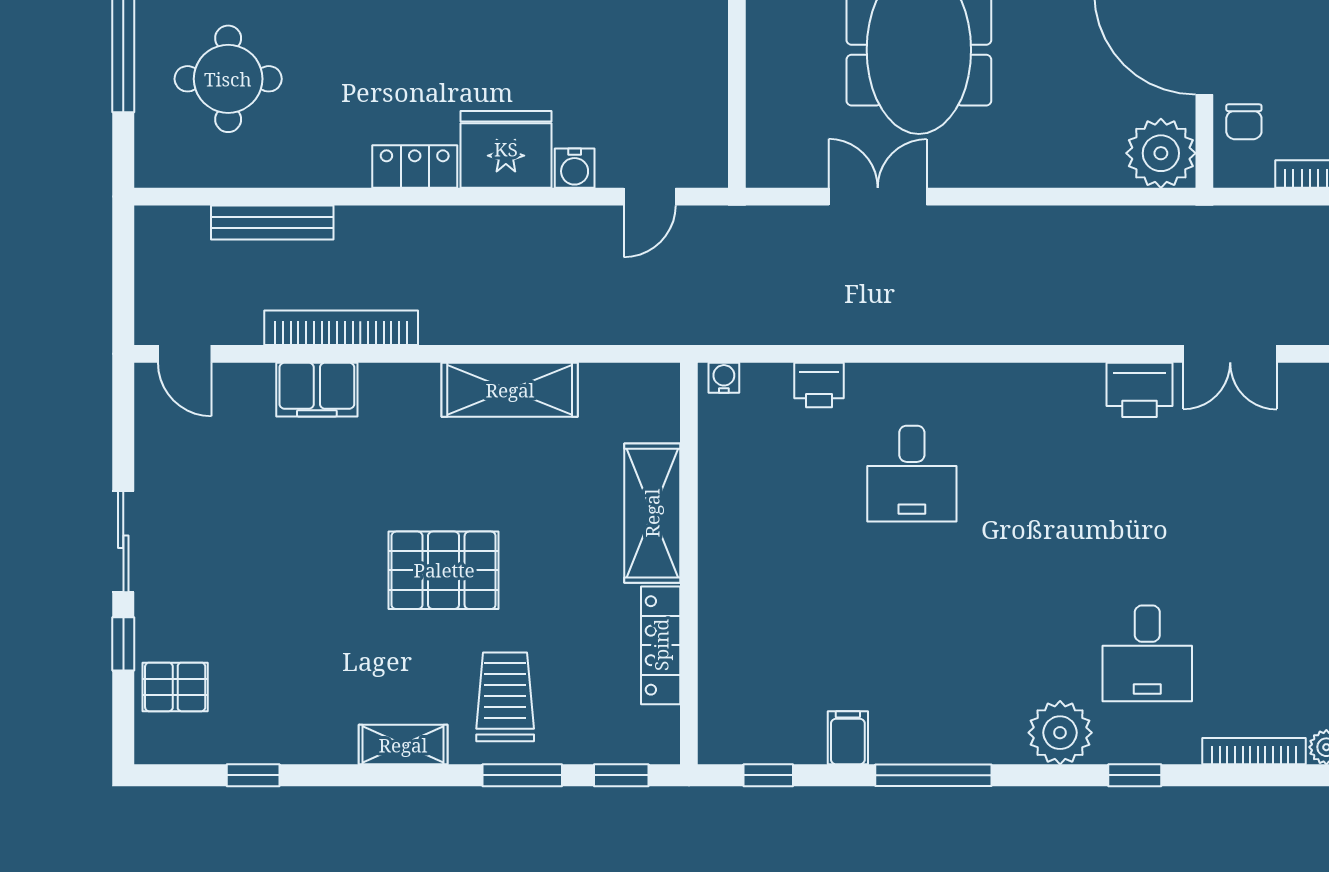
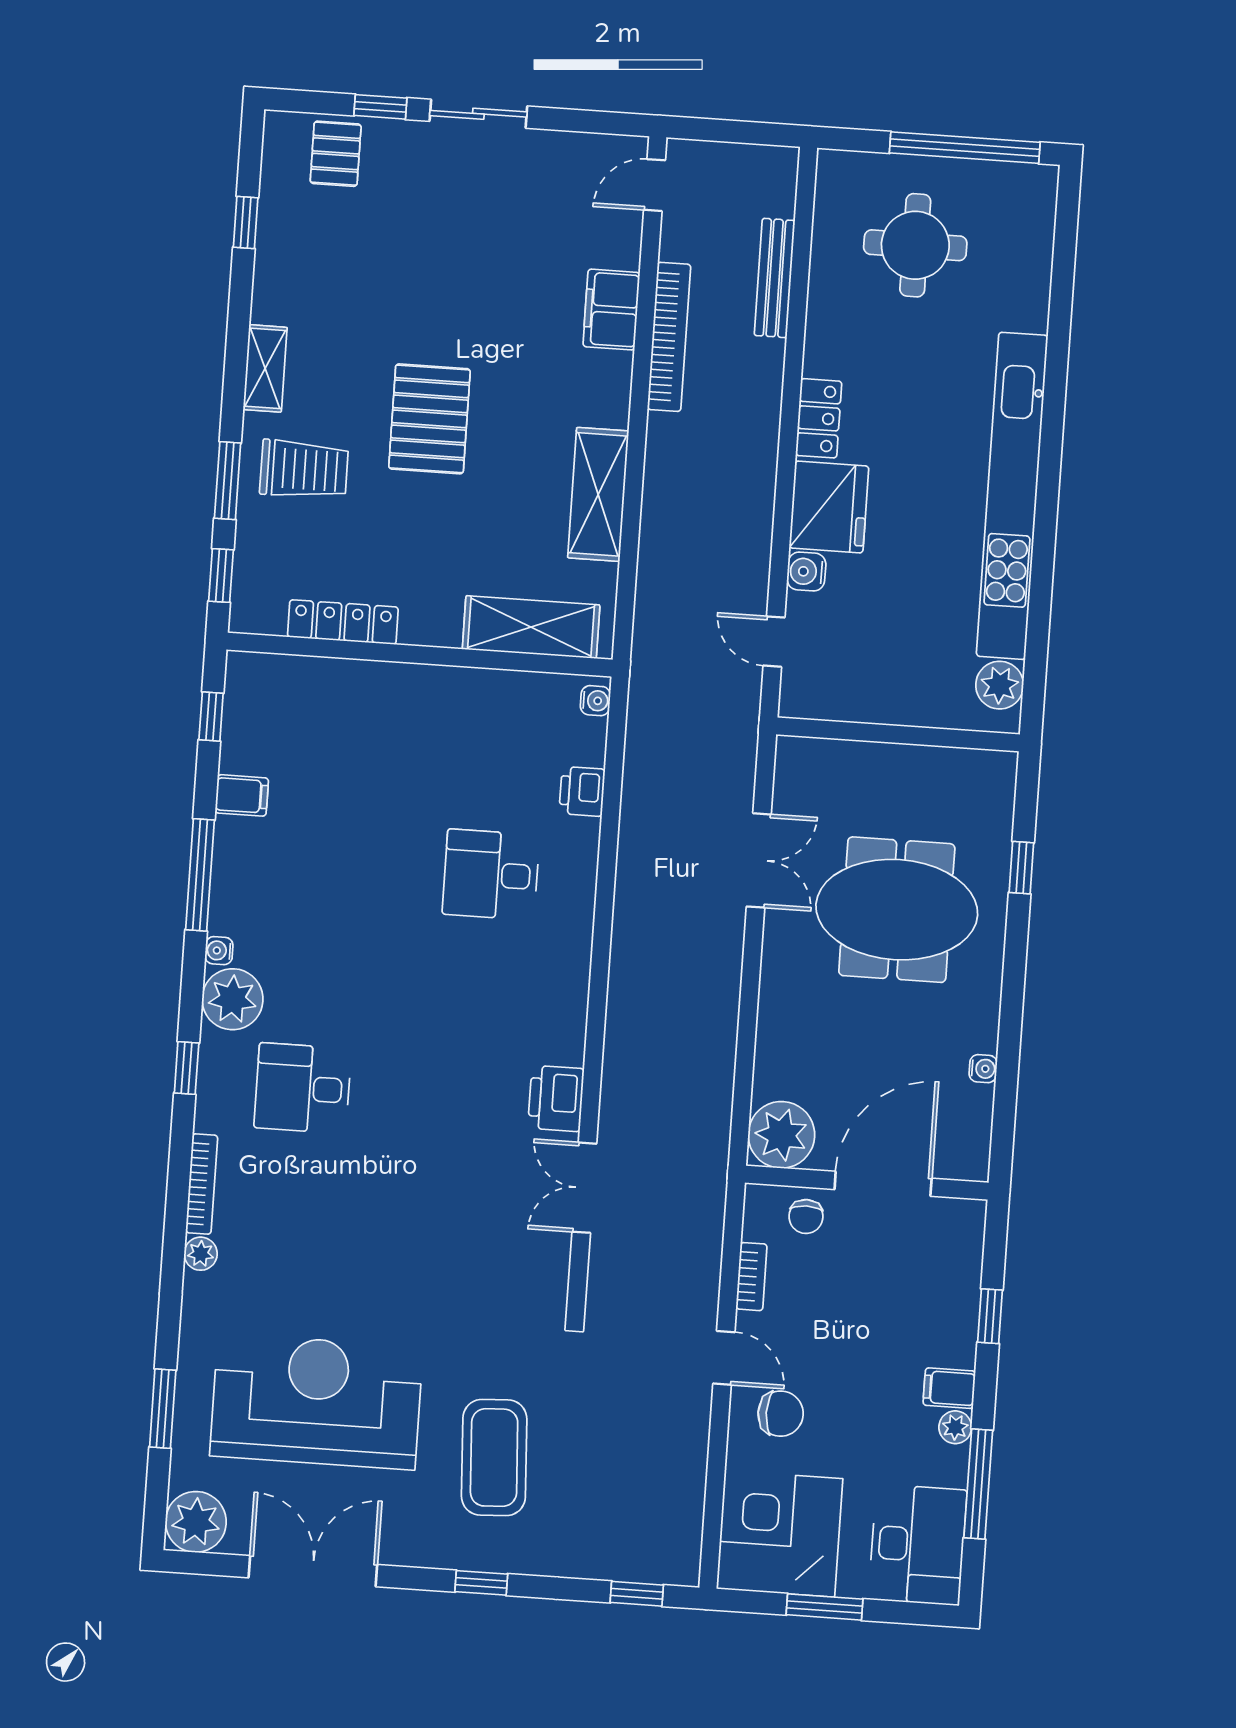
chair: (1244, 122) -> (806, 1217), turned -90
shelving: (652, 513) -> (531, 627), moved
water cooler: (1011, 750) -> (219, 951), added

